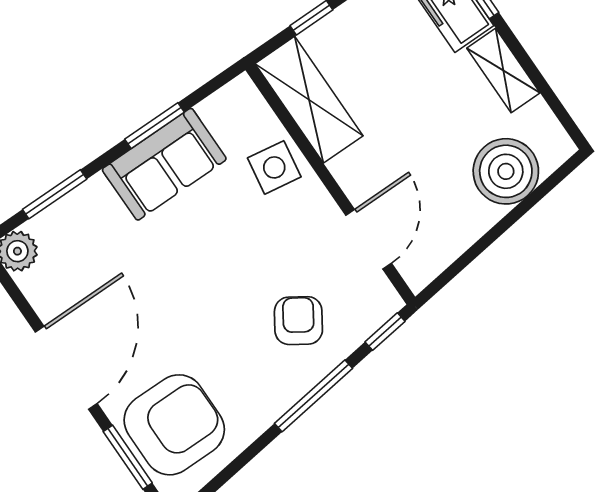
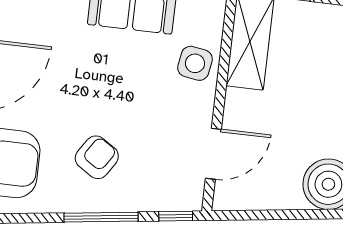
armchair: (298, 321) -> (97, 157), moved

